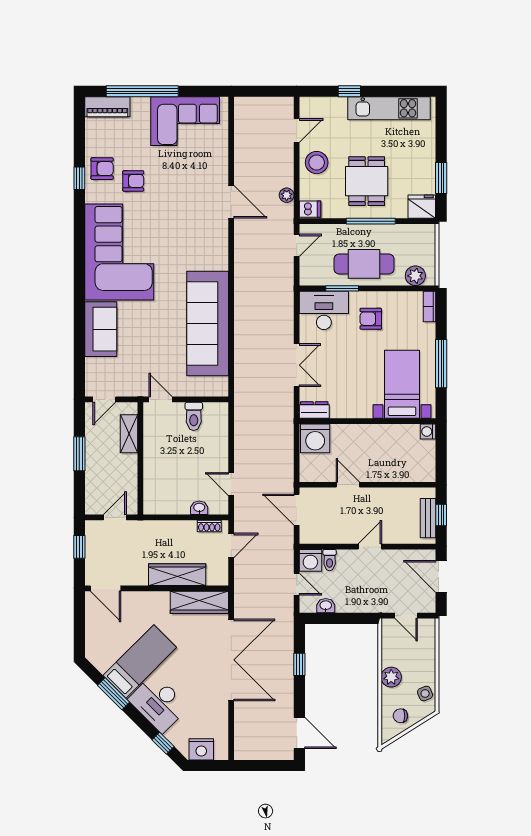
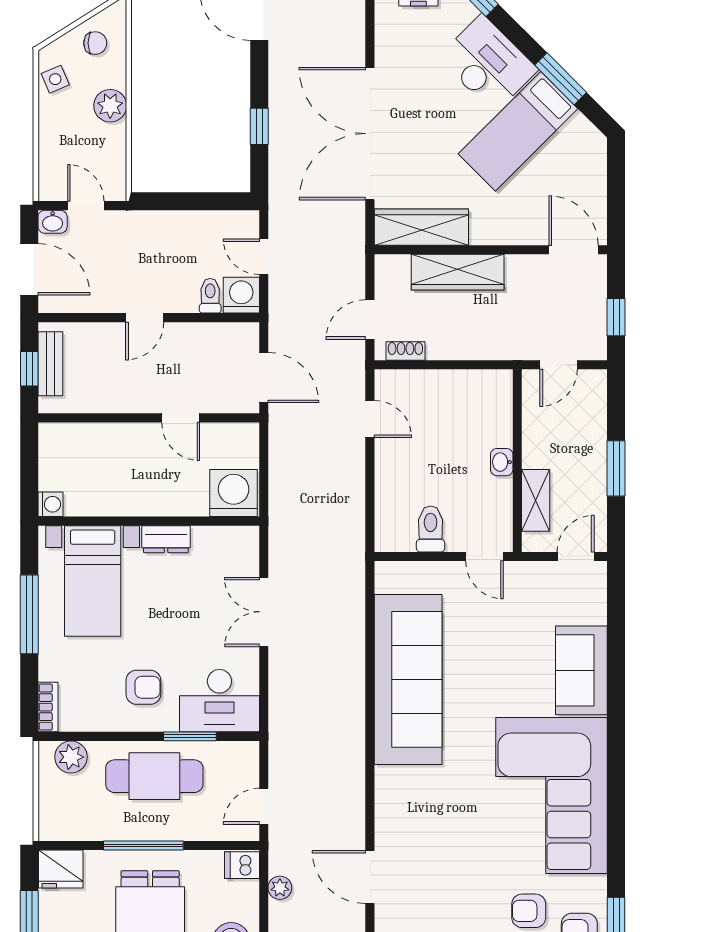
dresser: (314, 410) -> (166, 539), moved
washbasin: (199, 508) -> (502, 462), moved, turned 90
washbasin: (326, 606) -> (53, 222), moved

